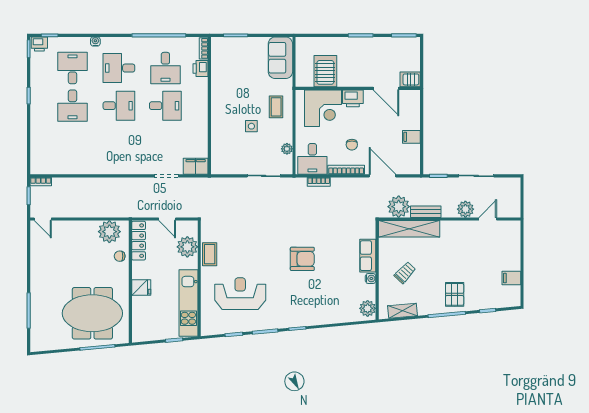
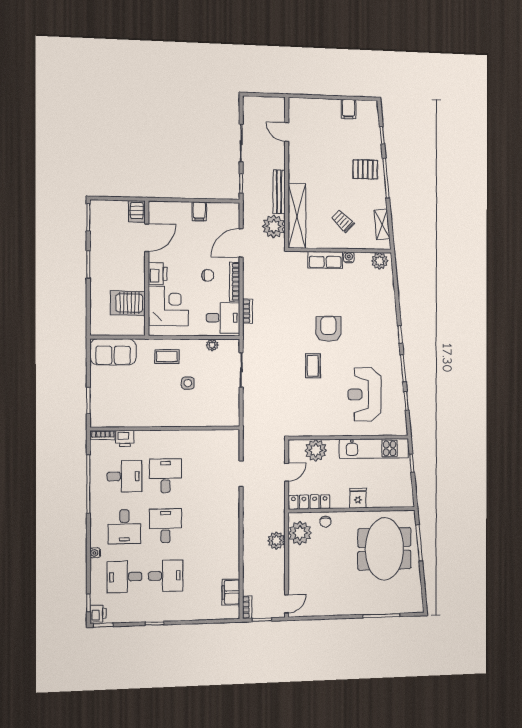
filing cabinet: (196, 166) -> (231, 592), moved
plant: (465, 209) -> (276, 541), moved
bench: (426, 212) -> (279, 192), width x1.36
coffee table: (210, 254) -> (313, 366), moved, turned 90

